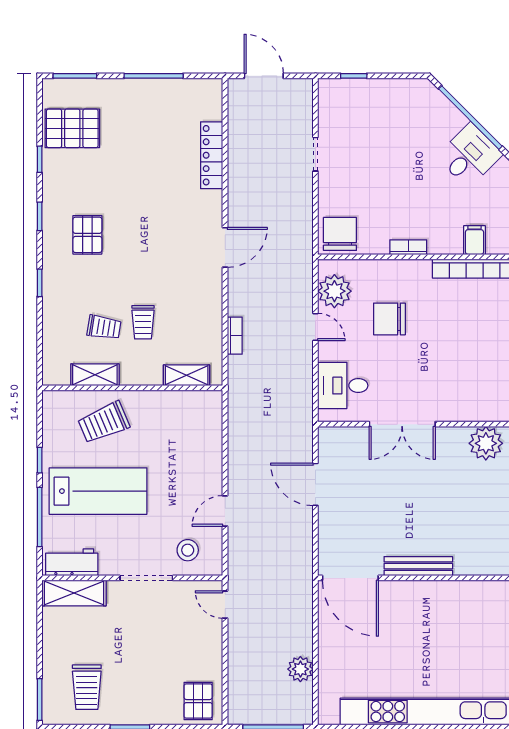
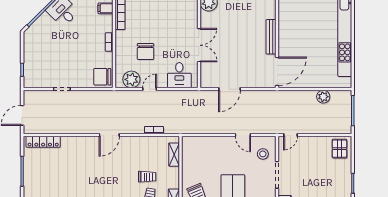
locker: (212, 155) -> (43, 142), moved
door: (225, 247) -> (109, 135), swing flipped
pallet: (198, 701) -> (339, 149), turned 90

